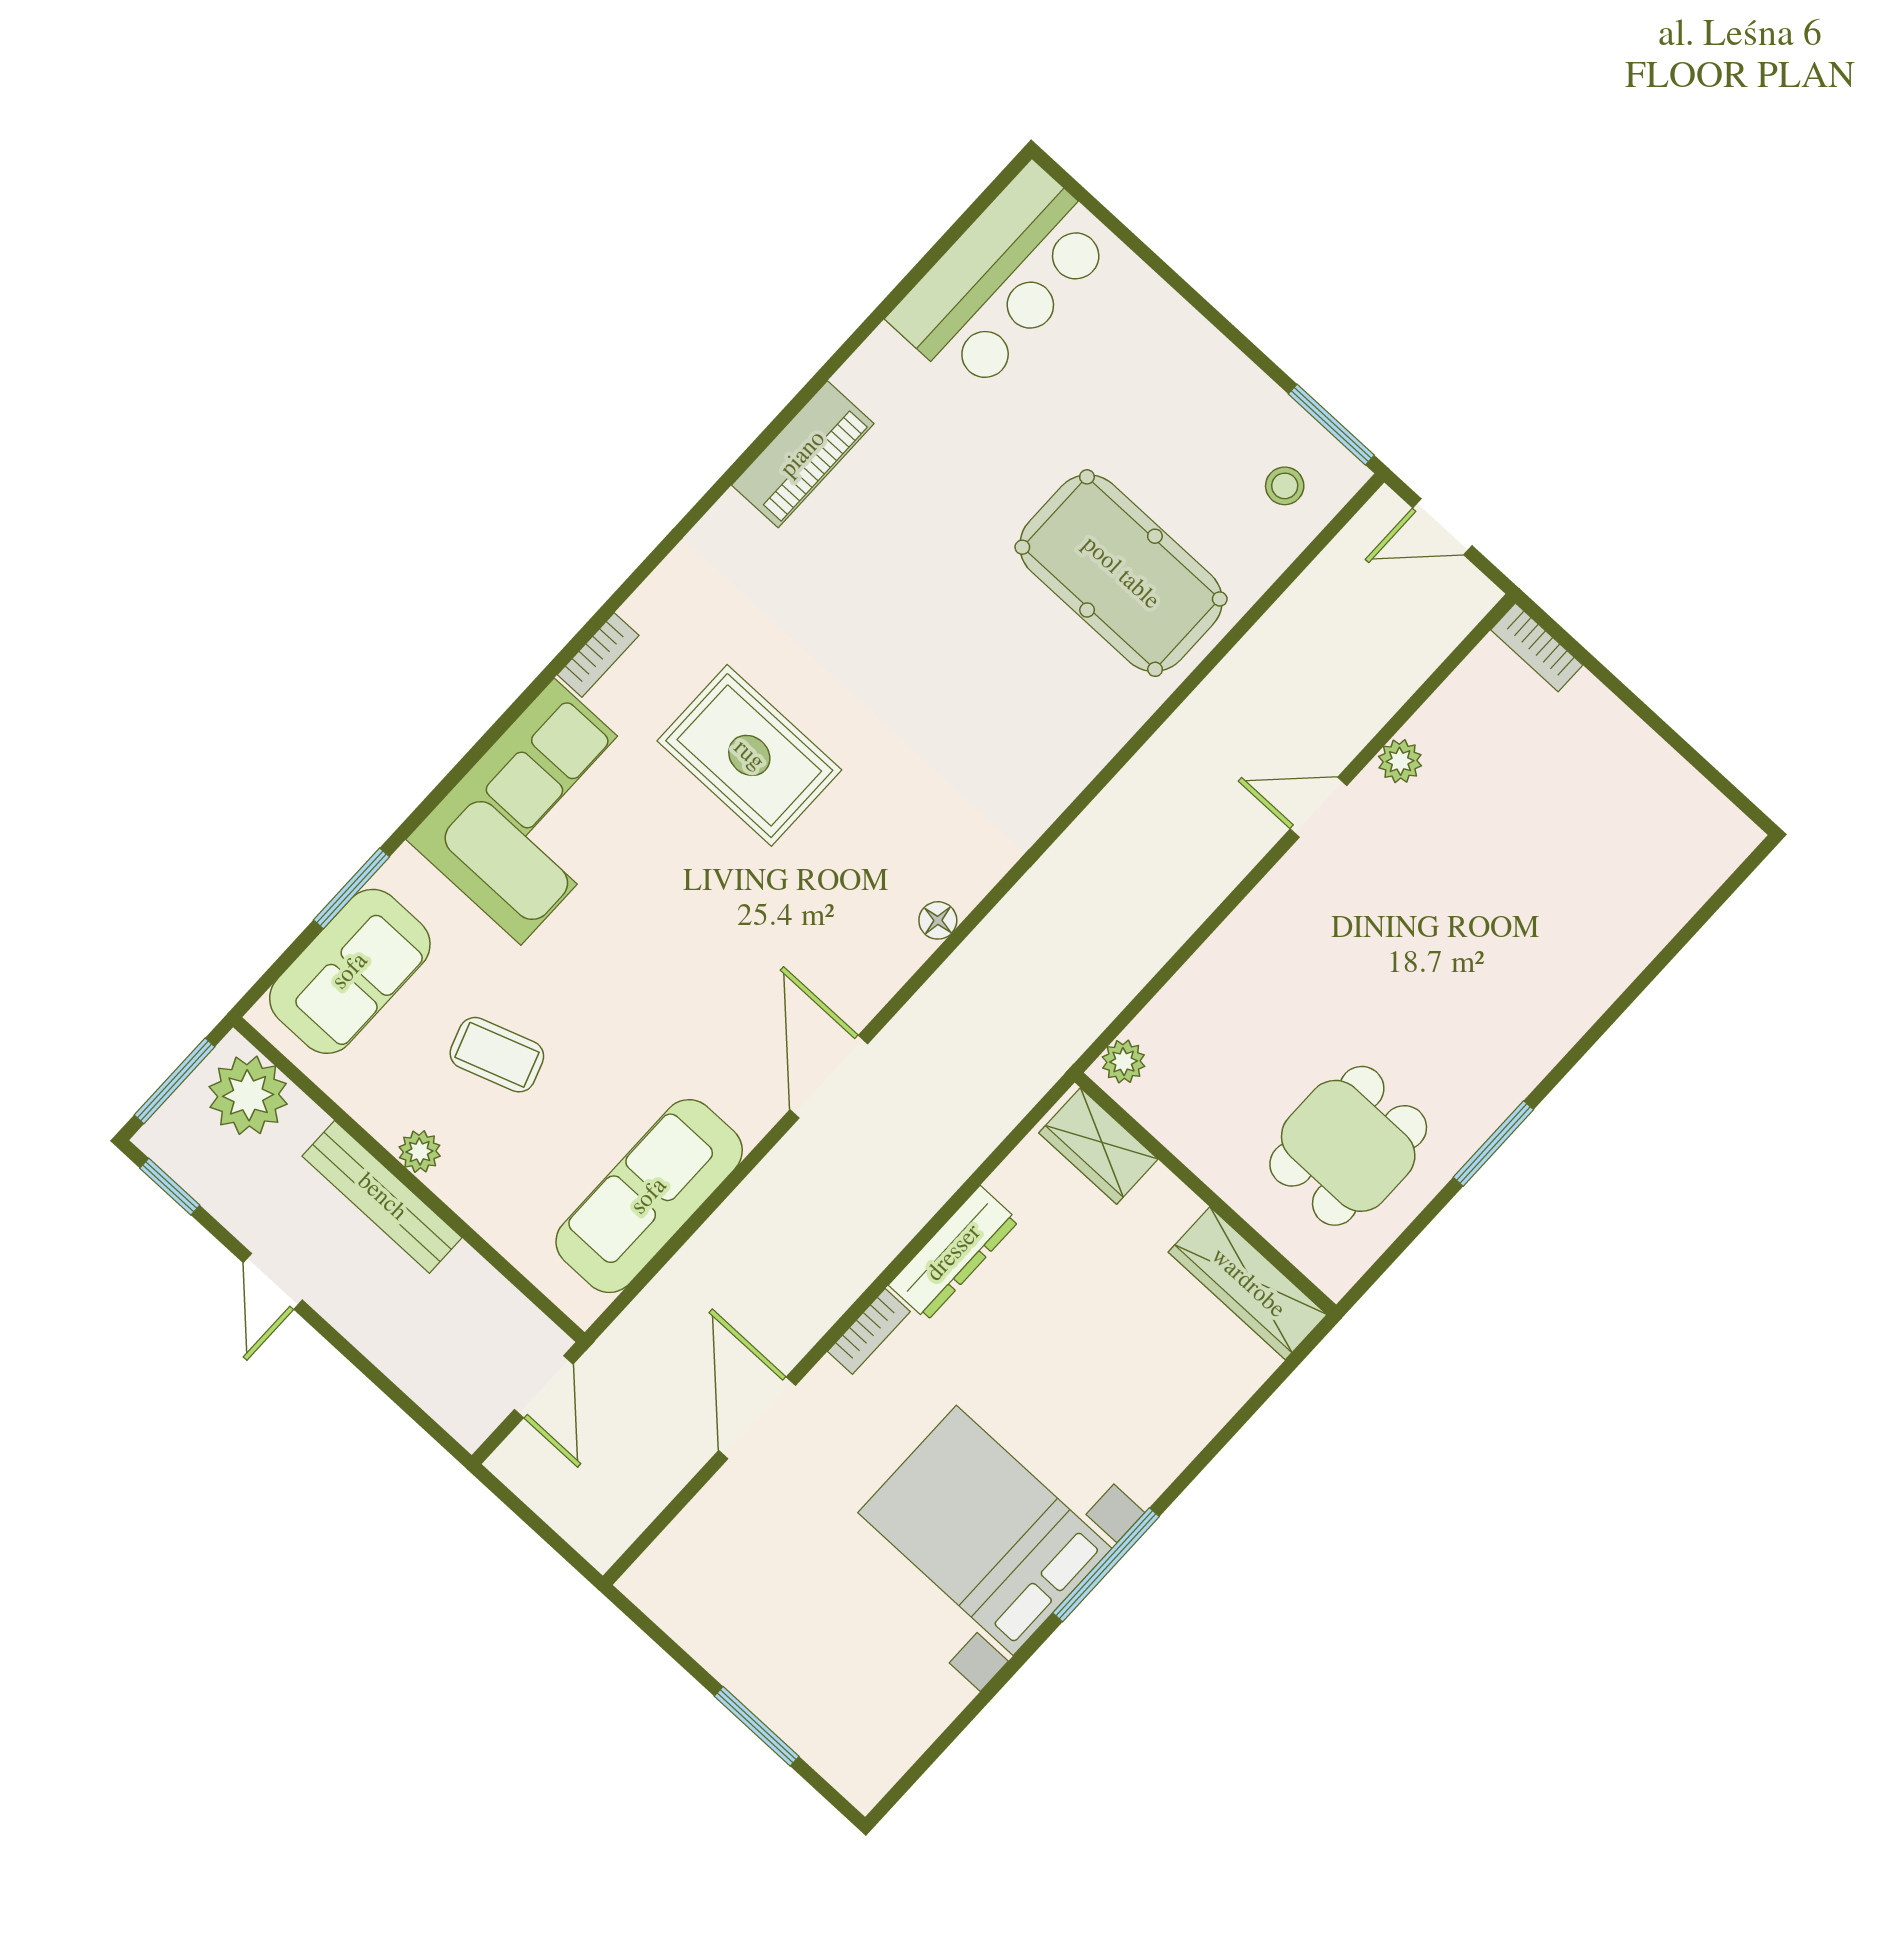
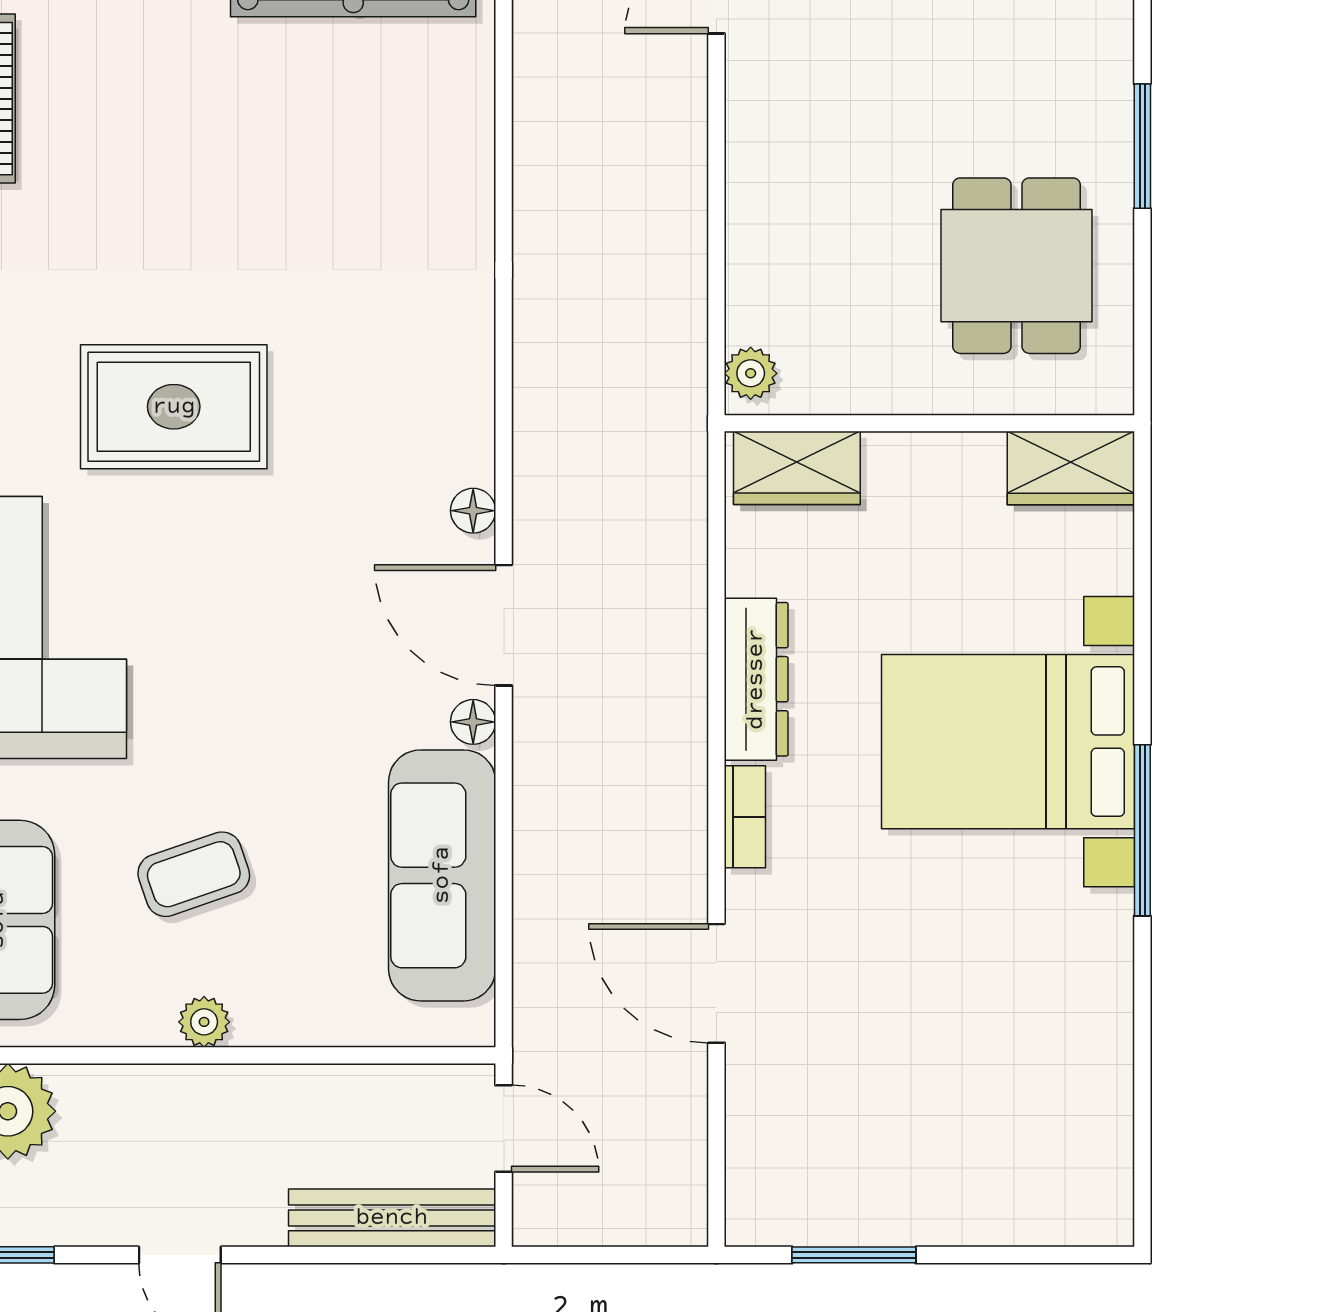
floor lamp: (938, 920) -> (473, 511), moved
floor lamp: (755, 1119) -> (473, 722), added
bench: (382, 1197) -> (392, 1218), moved
wardrobe: (1248, 1283) -> (1071, 468), width x0.67
bed with nightstands: (985, 1530) -> (1008, 742), moved
window: (757, 1726) -> (854, 1255), moved

